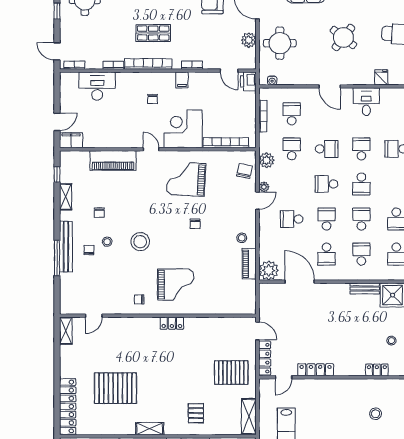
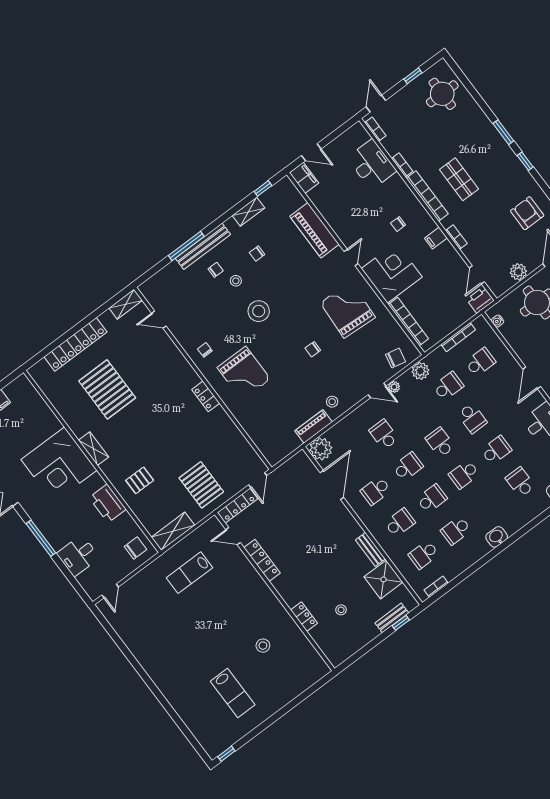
locker: (68, 406) -> (76, 344), moved

